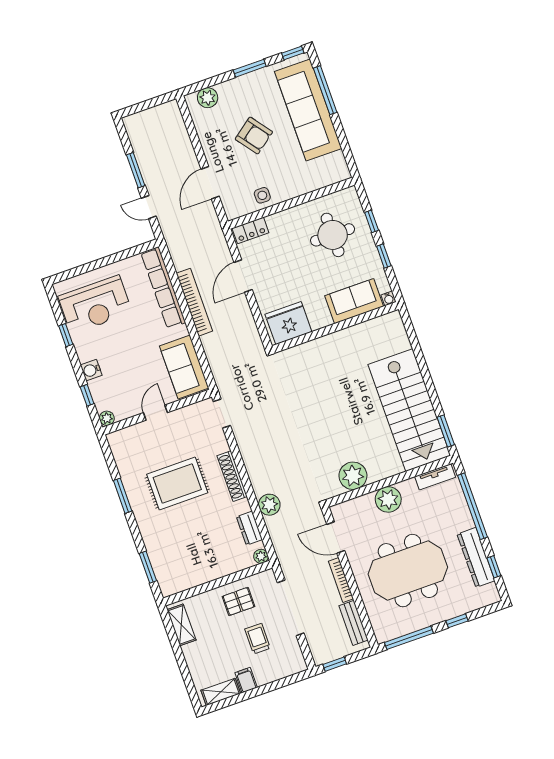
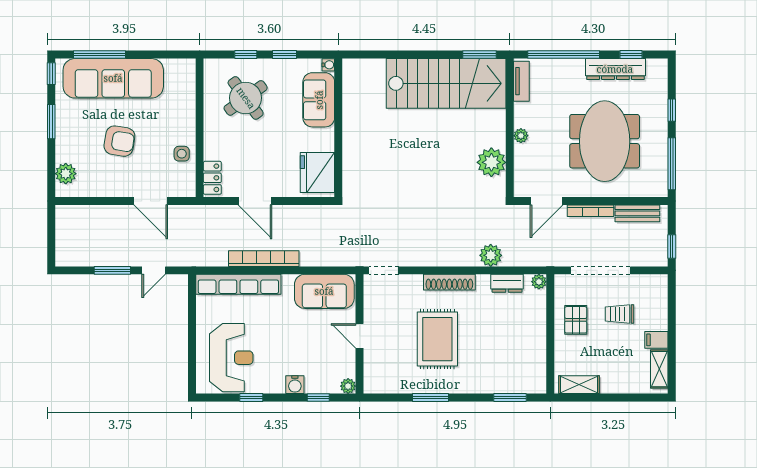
armchair: (254, 136) -> (119, 141), turned 46
round table: (333, 235) -> (246, 98), turned -36
plant: (388, 499) -> (521, 136), width x0.53, depth x0.53

